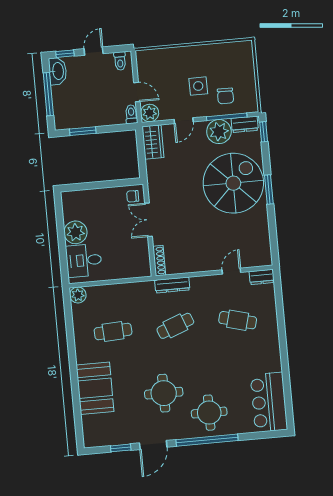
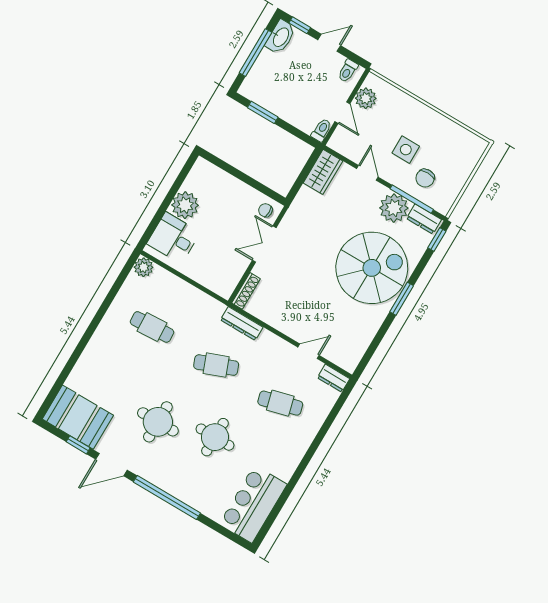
plant: (150, 113) -> (366, 98), moved
door: (184, 121) -> (367, 173), swing flipped
cafe table: (238, 320) -> (280, 403), turned -30
booth: (95, 388) -> (78, 417), moved, turned 90
round table: (209, 413) -> (215, 437), moved

